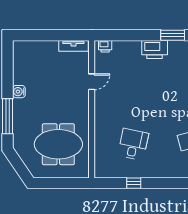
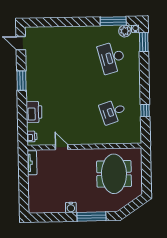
printer: (155, 49) -> (34, 112), moved
desk: (133, 144) -> (113, 112), turned -30

